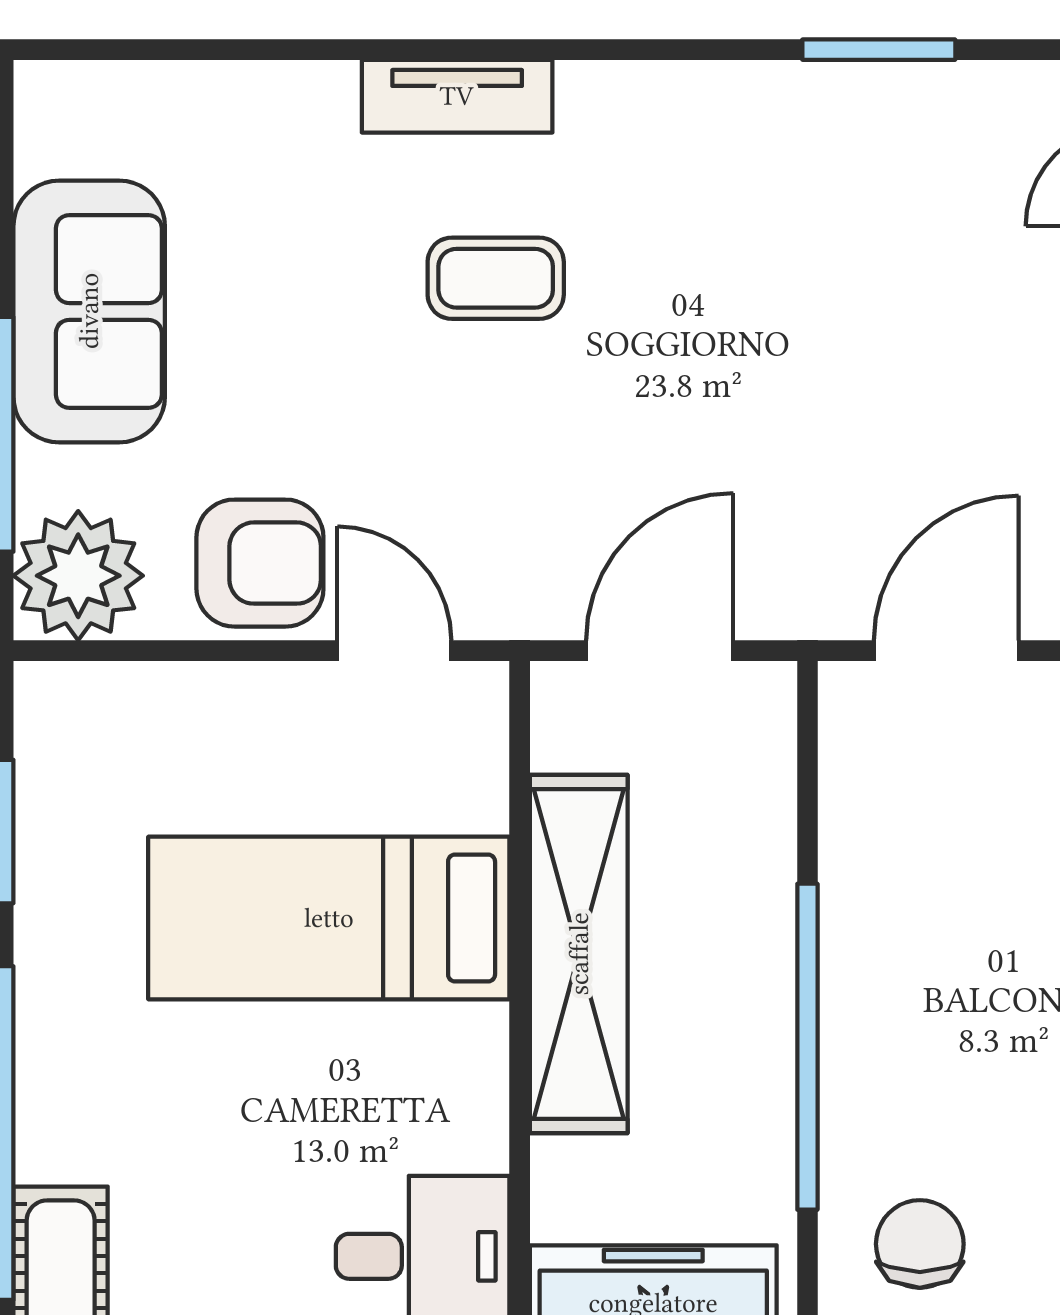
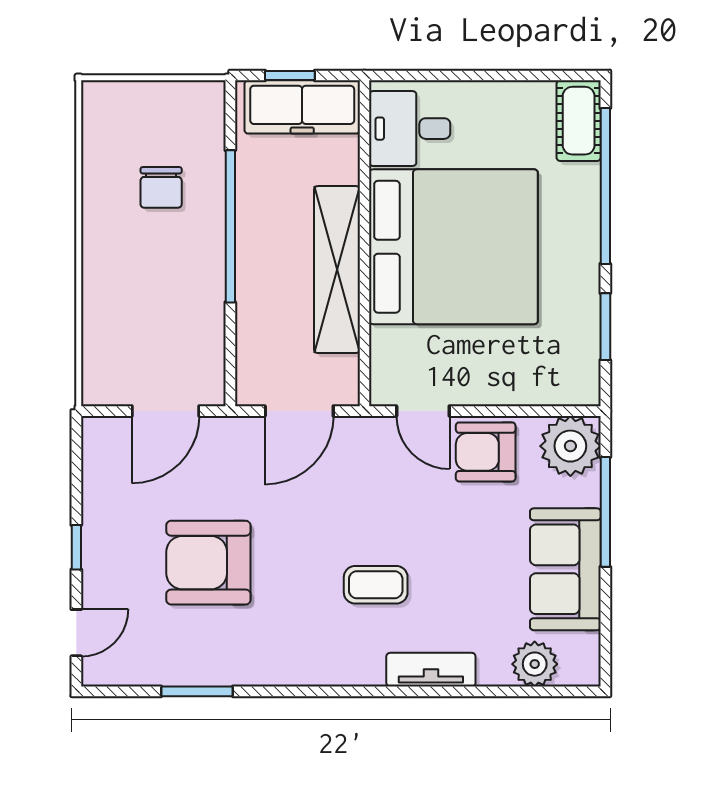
tv unit: (457, 96) -> (431, 670), moved
plant: (155, 108) -> (535, 664), added
armchair: (854, 326) -> (208, 563), added
bed: (329, 918) -> (453, 247), width x2.04
chair: (920, 1244) -> (161, 187), moved

